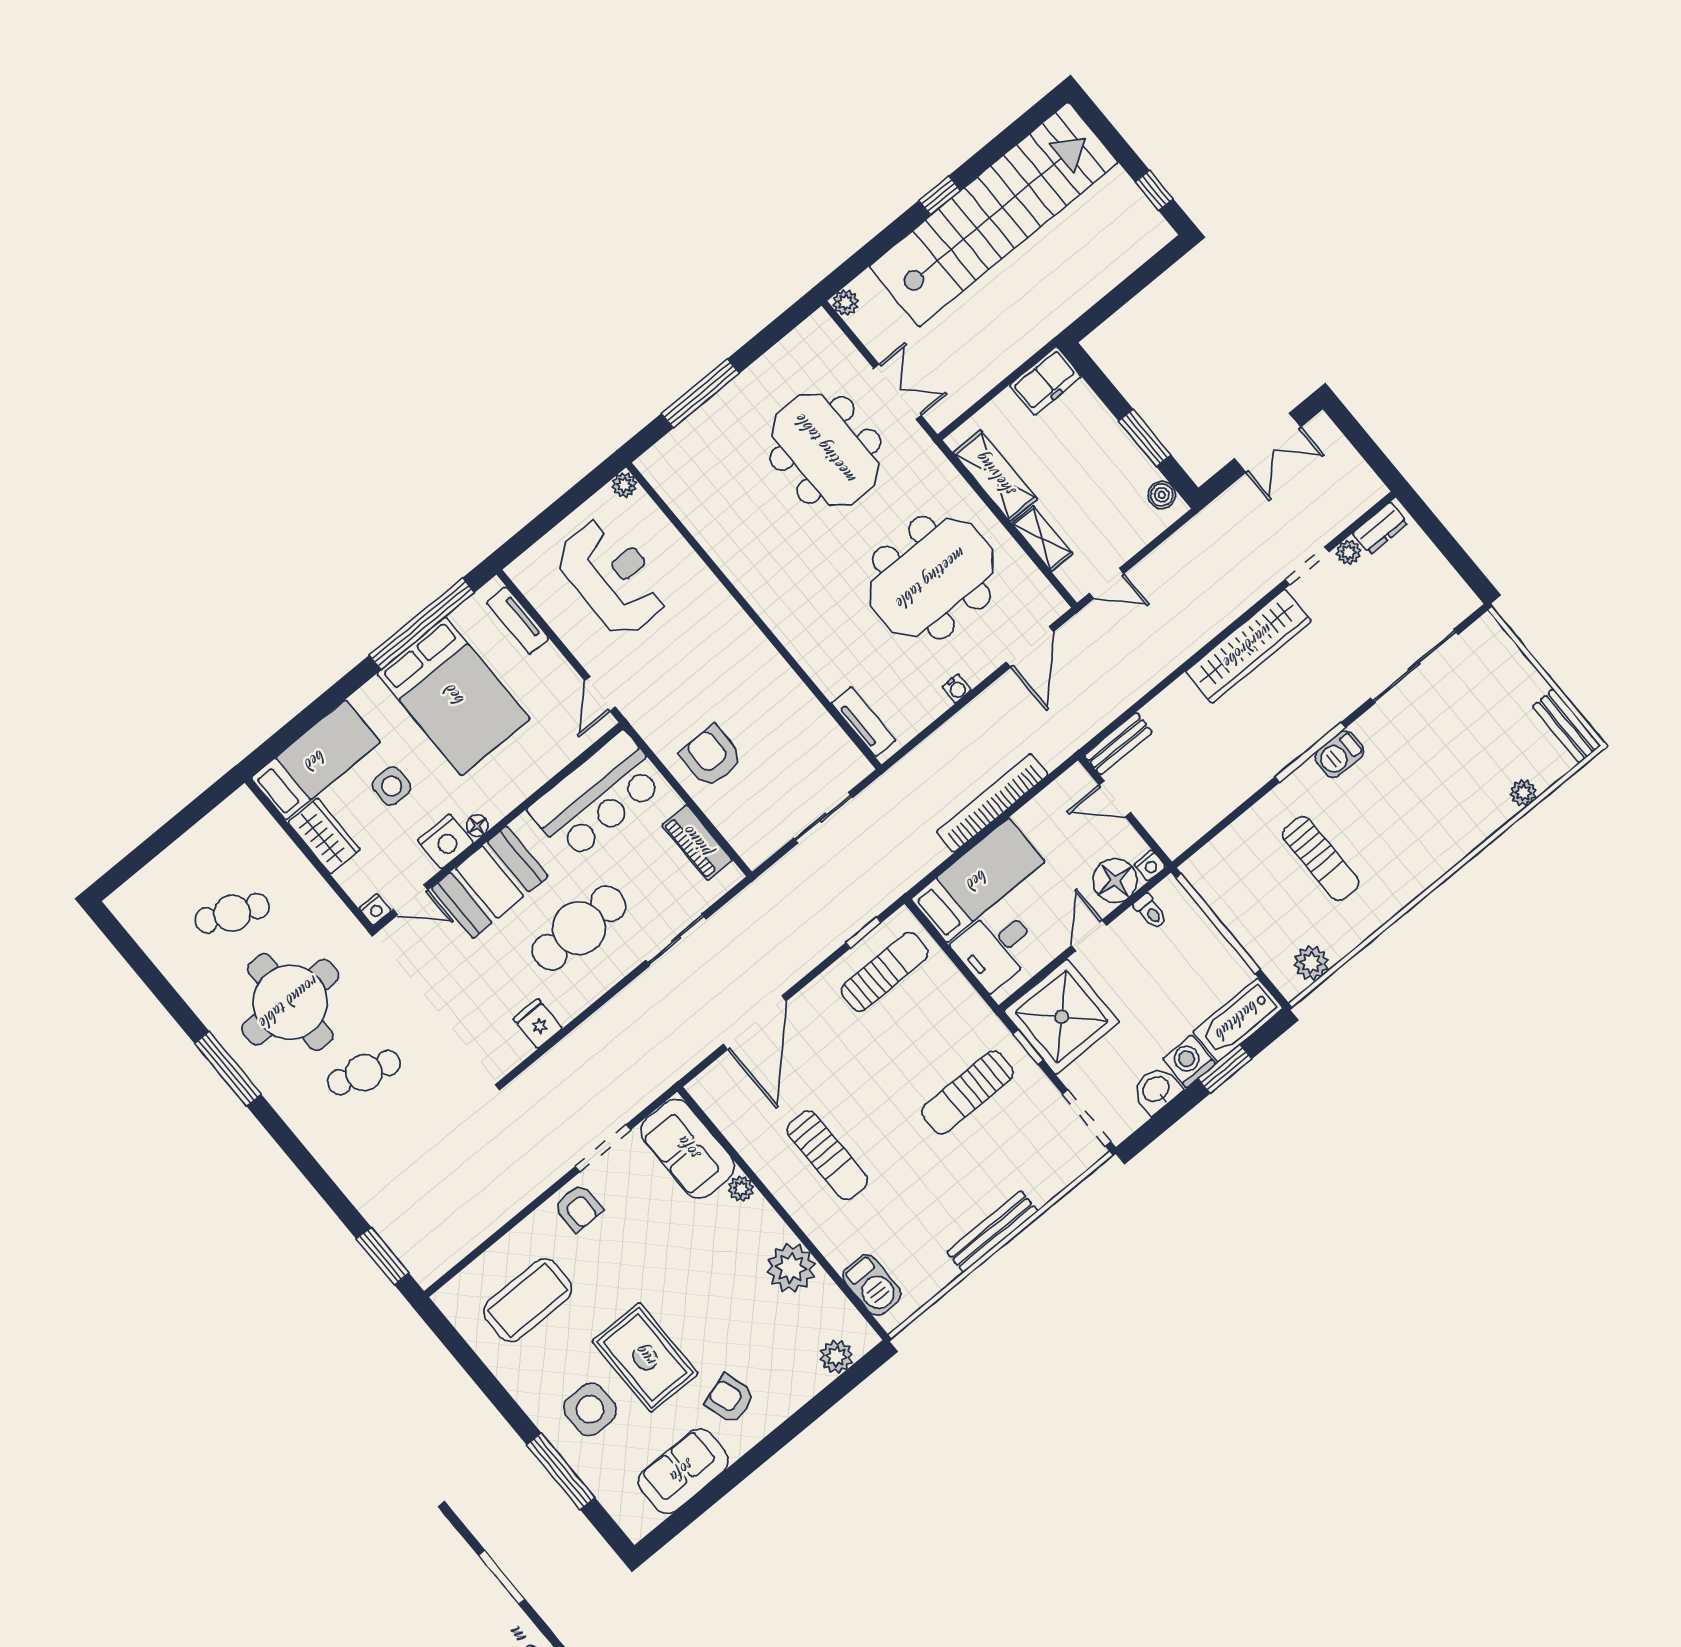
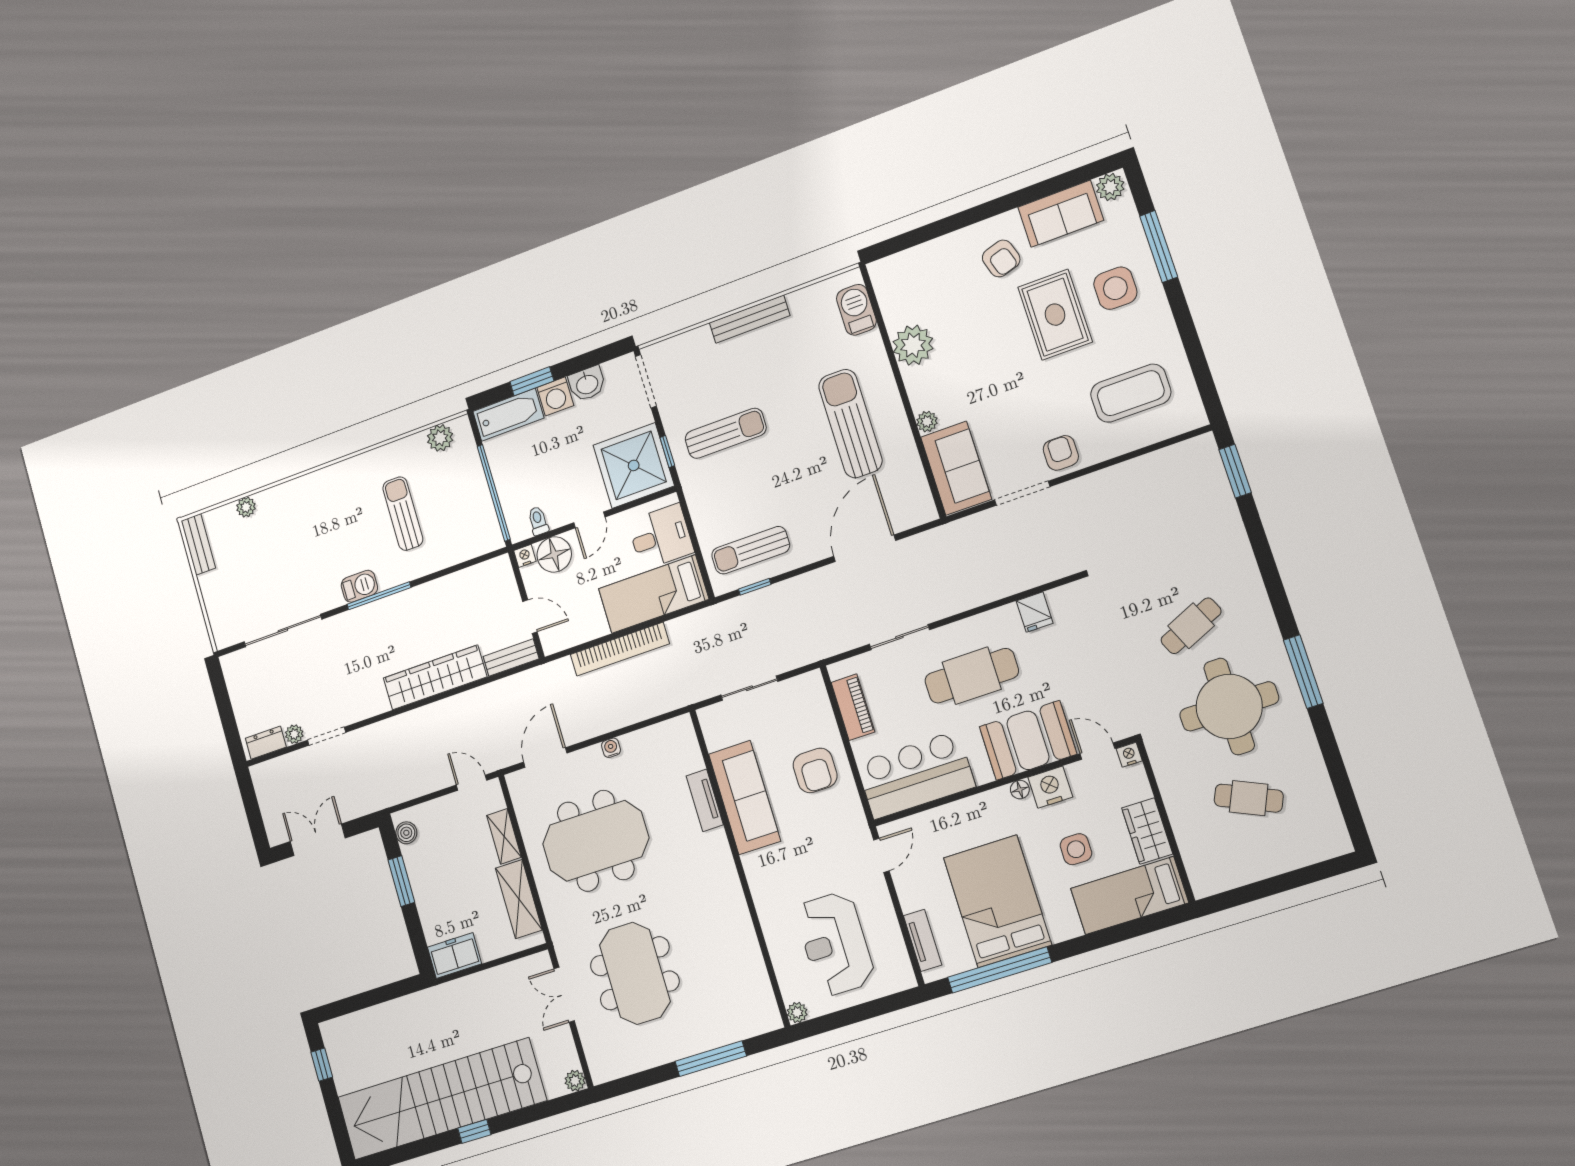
wardrobe: (1249, 646) -> (435, 677), moved
sofa: (779, 695) -> (745, 797), added
tv unit: (863, 722) -> (705, 800), moved
cafe table: (364, 1073) -> (1191, 626), turned -42
sun lounger: (827, 1155) -> (850, 424), width x1.36, depth x1.34
plant: (836, 1357) -> (1110, 187), moved

